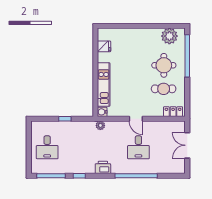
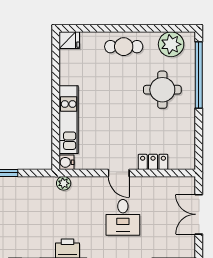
fridge: (104, 46) -> (69, 40), moved
cafe table: (164, 89) -> (124, 47), moved
locker: (173, 112) -> (153, 162), moved

